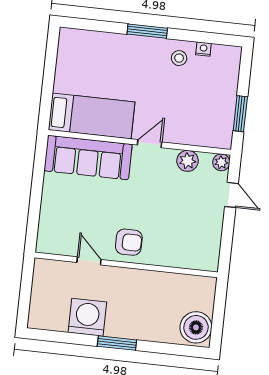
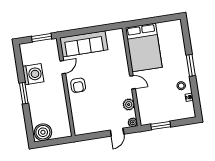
bed: (92, 116) -> (144, 47), width x1.50
sofa: (88, 157) -> (84, 44), moved, turned -90
window: (26, 285) -> (42, 38), added

